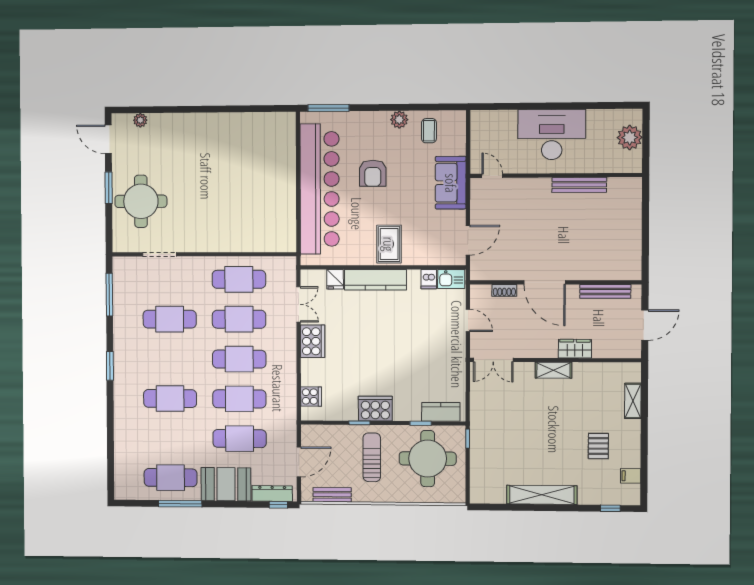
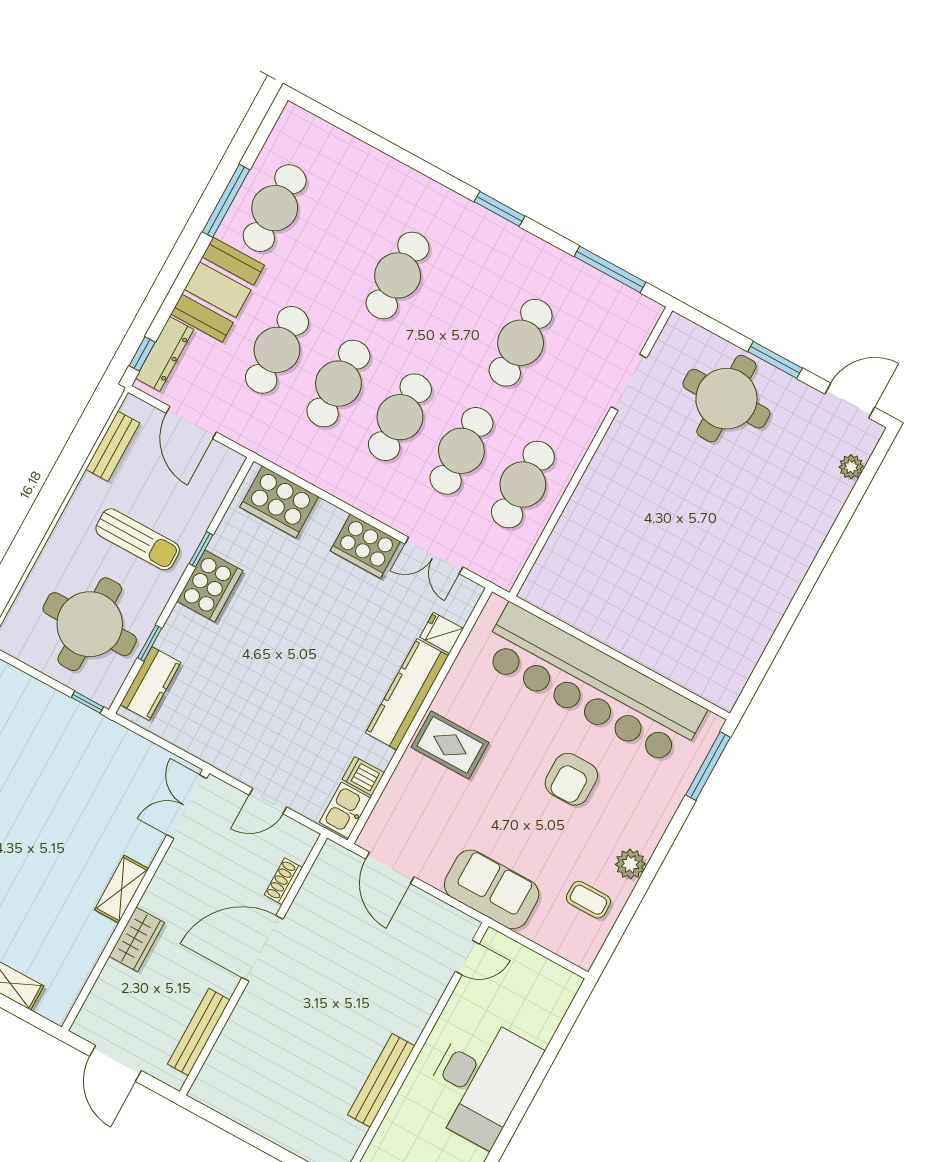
armchair: (373, 173) -> (571, 779), turned -90
cooker: (311, 397) -> (279, 502), width x1.87, depth x1.31

